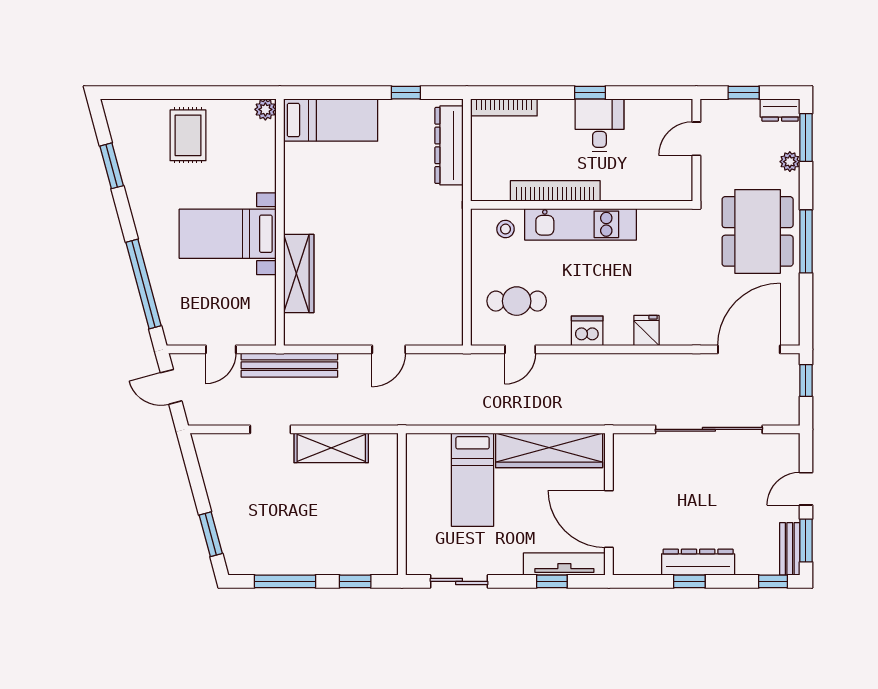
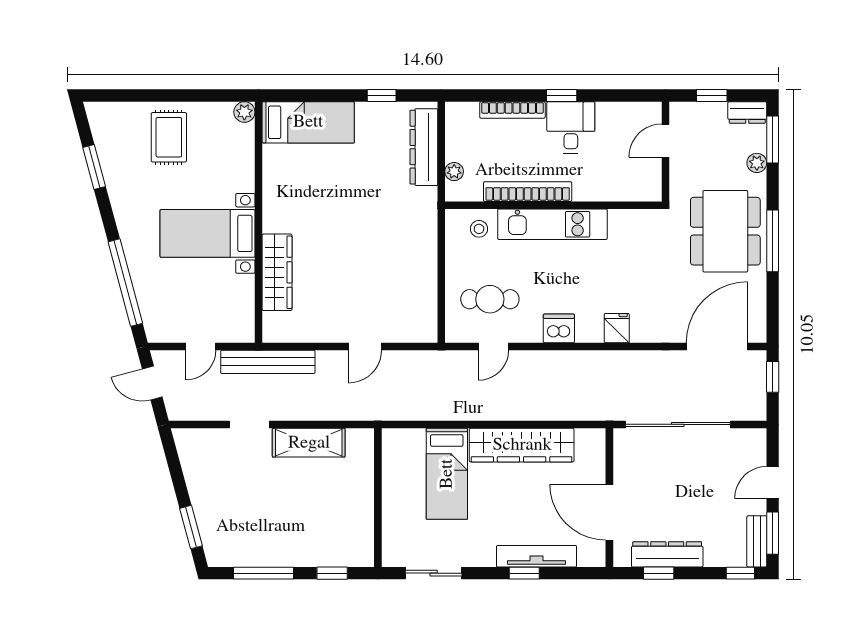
bookcase: (504, 107) -> (512, 110), moved
plant: (480, 170) -> (454, 172), added
wall: (609, 504) -> (609, 498), moved
door: (609, 519) -> (609, 512), moved

